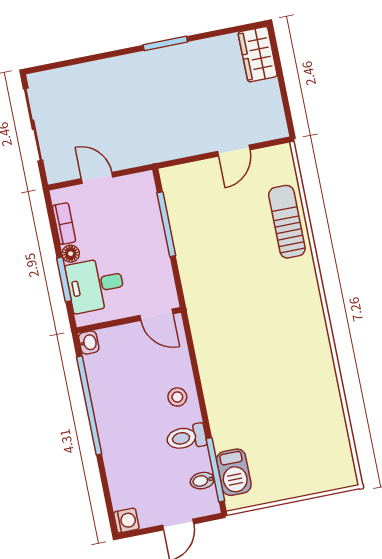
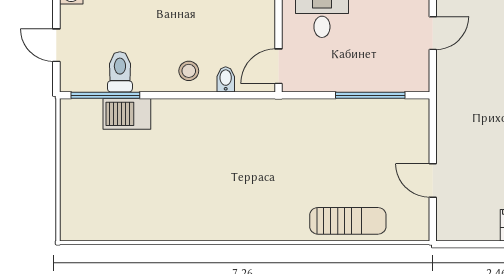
toilet: (186, 437) -> (120, 72), moved
barbecue: (234, 472) -> (127, 114), moved
bidet: (202, 481) -> (226, 79), moved

